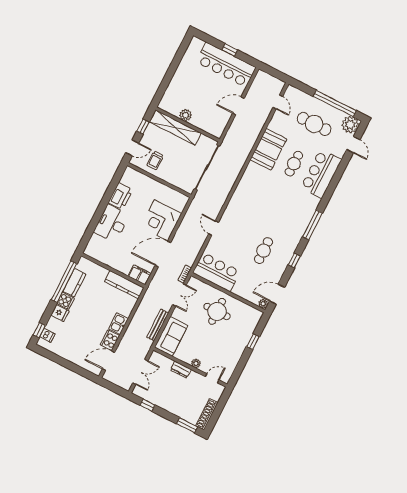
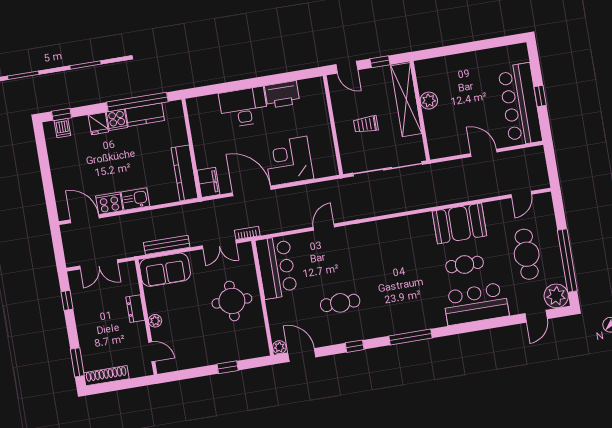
trolley: (155, 160) -> (366, 124), moved

